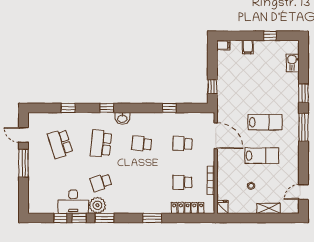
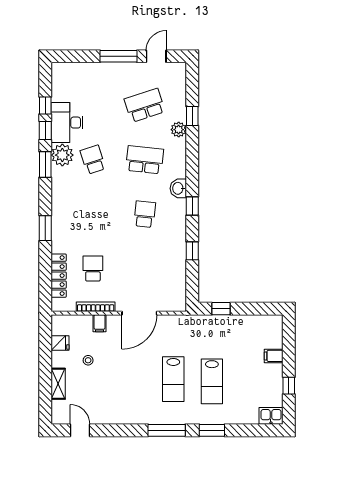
filing cabinet: (223, 45) -> (99, 323), moved
kitchen sink: (293, 63) -> (271, 416), moved
window: (107, 108) -> (192, 206), moved
plant: (78, 118) -> (179, 130), added
door: (216, 136) -> (139, 313), moved
school desk: (182, 144) -> (145, 269), removed
lab bench: (262, 156) -> (212, 381), moved
fridge: (222, 207) -> (60, 343), moved

